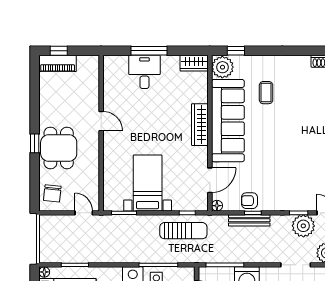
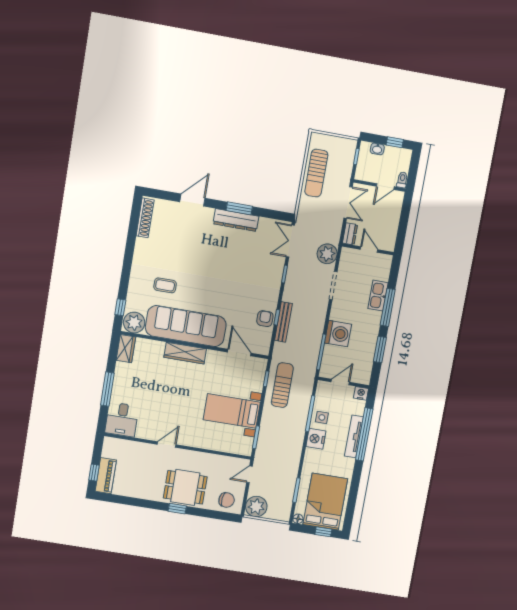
desk: (144, 72) -> (122, 419), moved, turned -90
armchair: (249, 201) -> (265, 319), turned 180
floor lamp: (217, 206) -> (264, 350), removed
plant: (303, 226) -> (256, 507), moved

